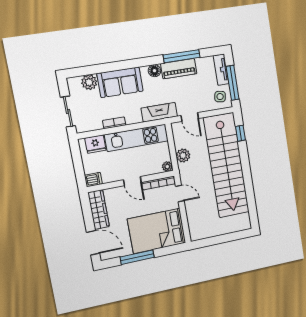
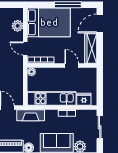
plant: (183, 155) -> (18, 26), moved
dishwasher: (93, 180) -> (90, 72), removed
door: (132, 181) -> (72, 66), moved
door: (93, 243) -> (100, 23), hinge flipped

